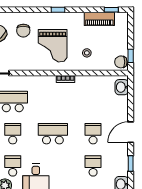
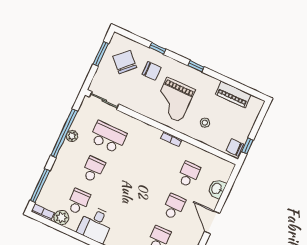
window: (111, 10) -> (158, 48), moved
chair: (23, 31) -> (152, 71), turned -90
washbasin: (122, 87) -> (217, 189), moved
door: (131, 132) -> (212, 222), hinge flipped
school desk: (53, 134) -> (189, 174), moved, width x0.54

